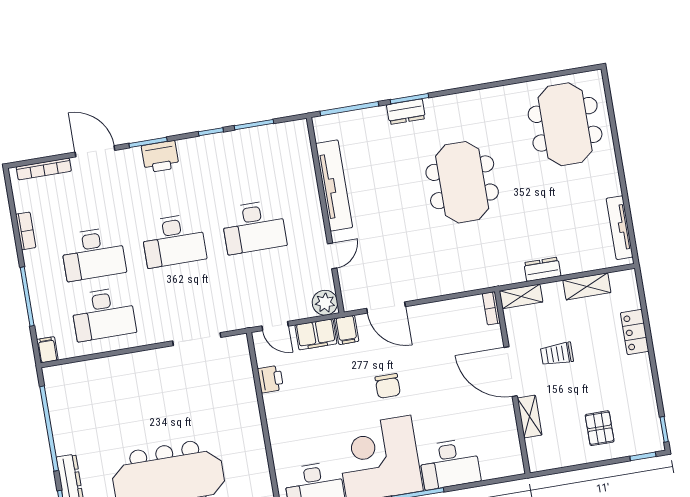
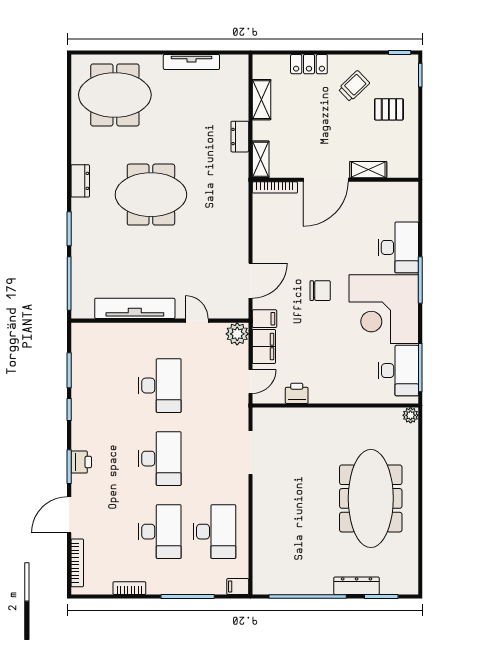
dresser: (406, 112) -> (80, 181), moved
printer: (160, 157) -> (81, 462), width x0.73, depth x0.81
tv unit: (620, 228) -> (191, 62), moved
bookcase: (491, 308) -> (275, 187), width x1.56
trolley: (557, 354) -> (354, 86), moved, turned -134

